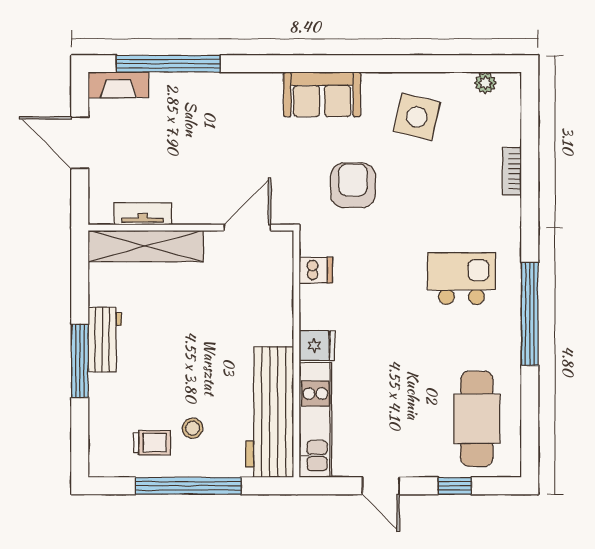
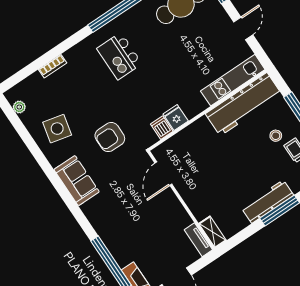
tv unit: (143, 214) -> (198, 240), moved
door: (247, 228) -> (163, 174), hinge flipped
shelving: (146, 246) -> (213, 232), width x0.45, depth x0.75
workbench: (105, 340) -> (267, 202), width x1.38
fridge: (317, 346) -> (176, 118), moved

